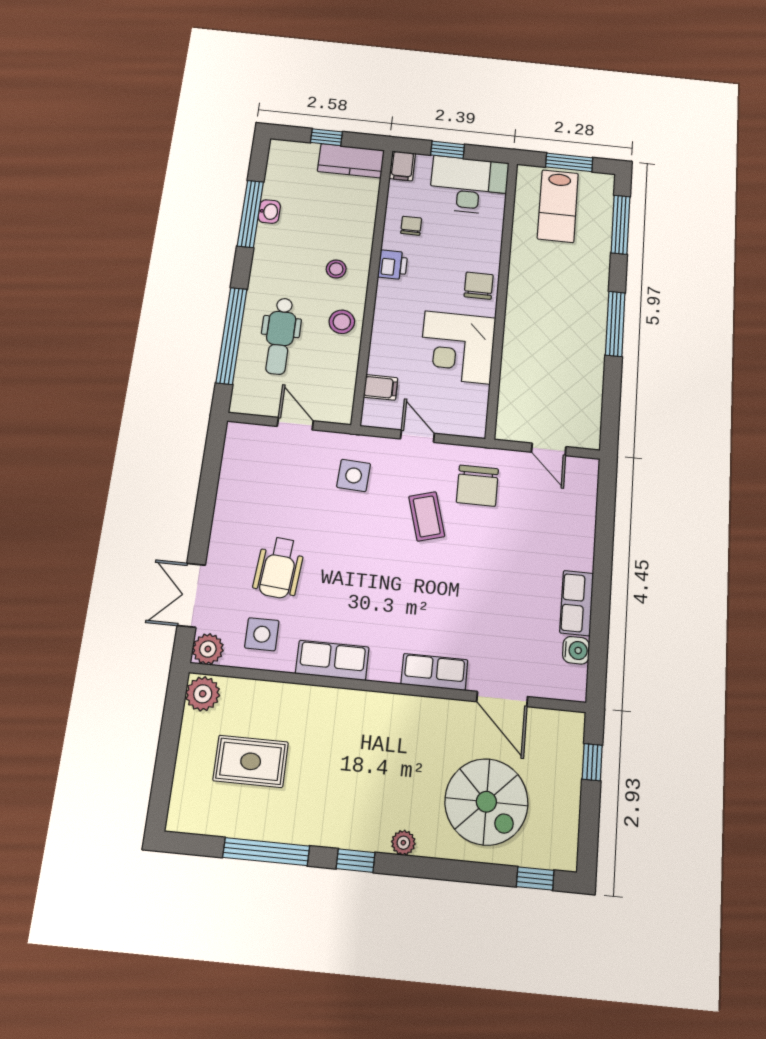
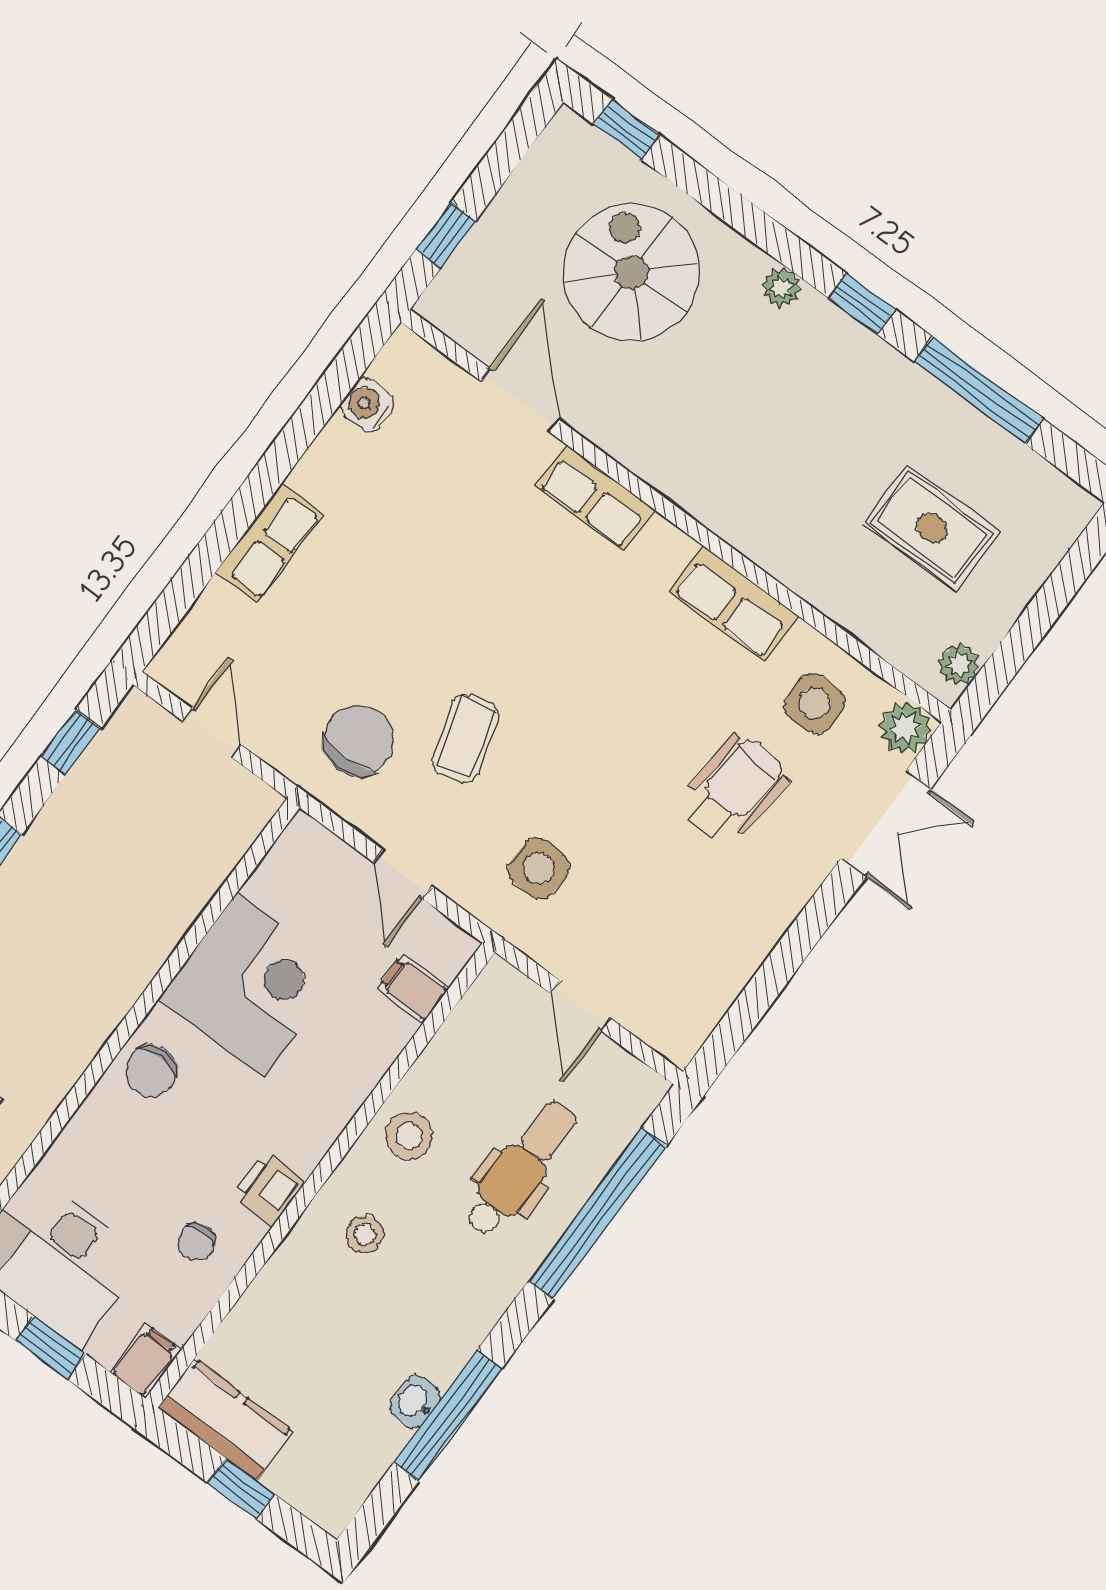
window: (611, 408) -> (71, 742), added
row of seats: (577, 603) -> (270, 543), moved
plant: (203, 694) -> (959, 664), width x0.73, depth x0.73

